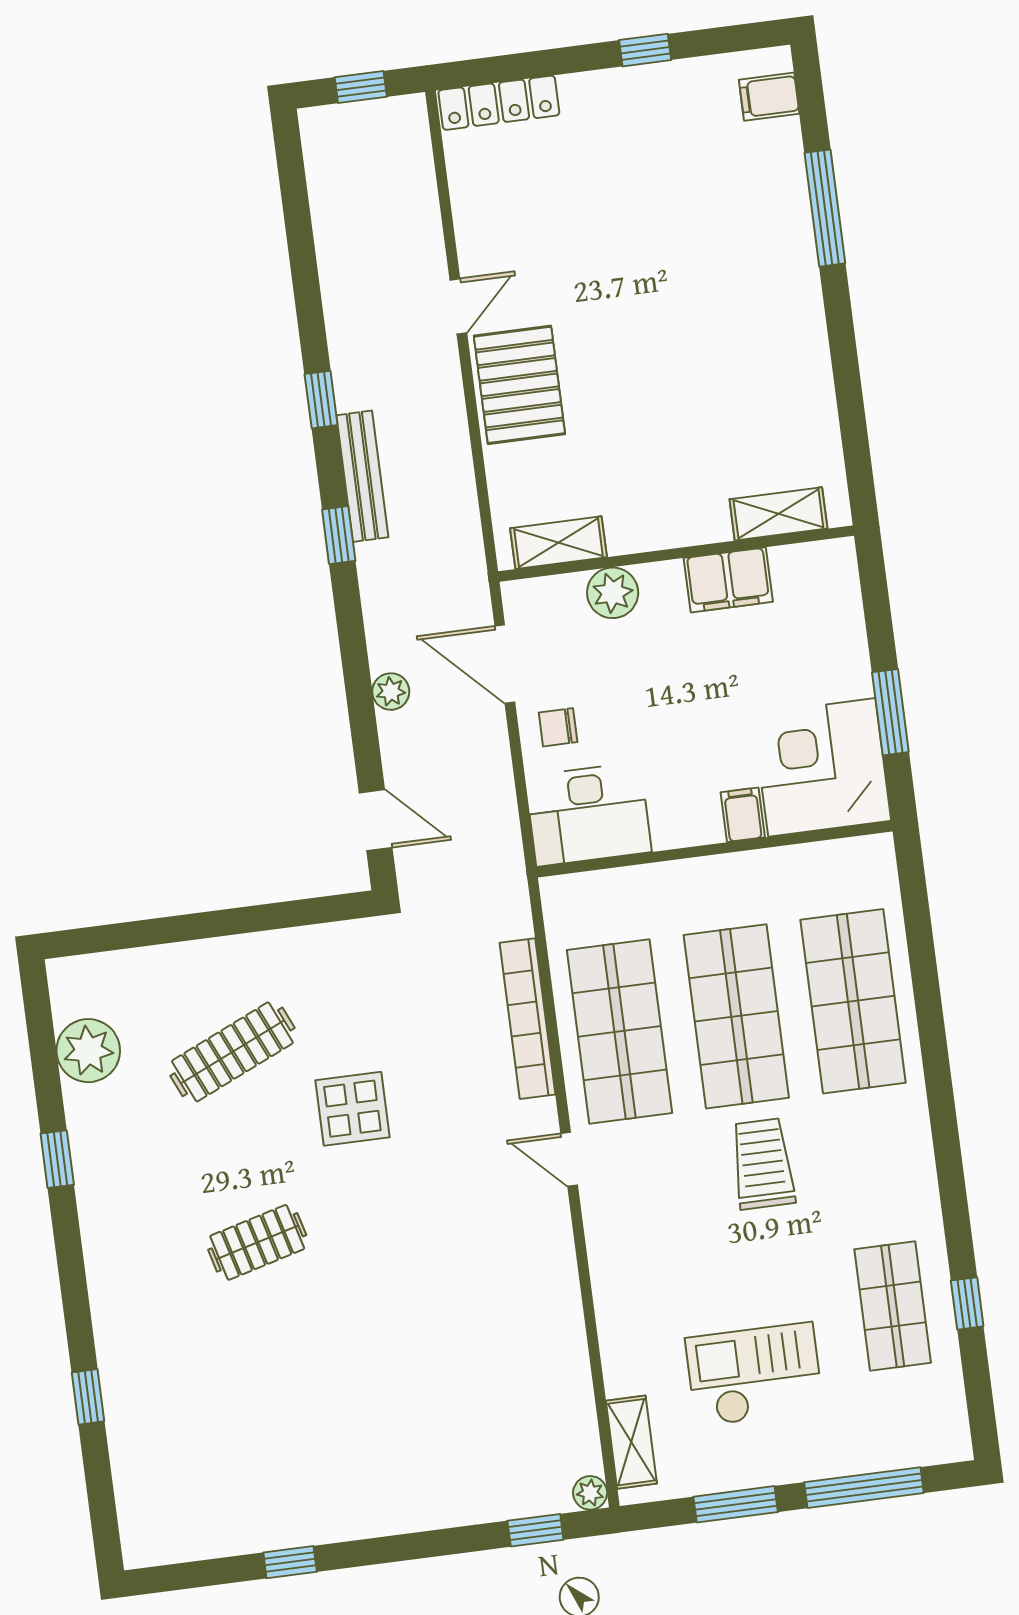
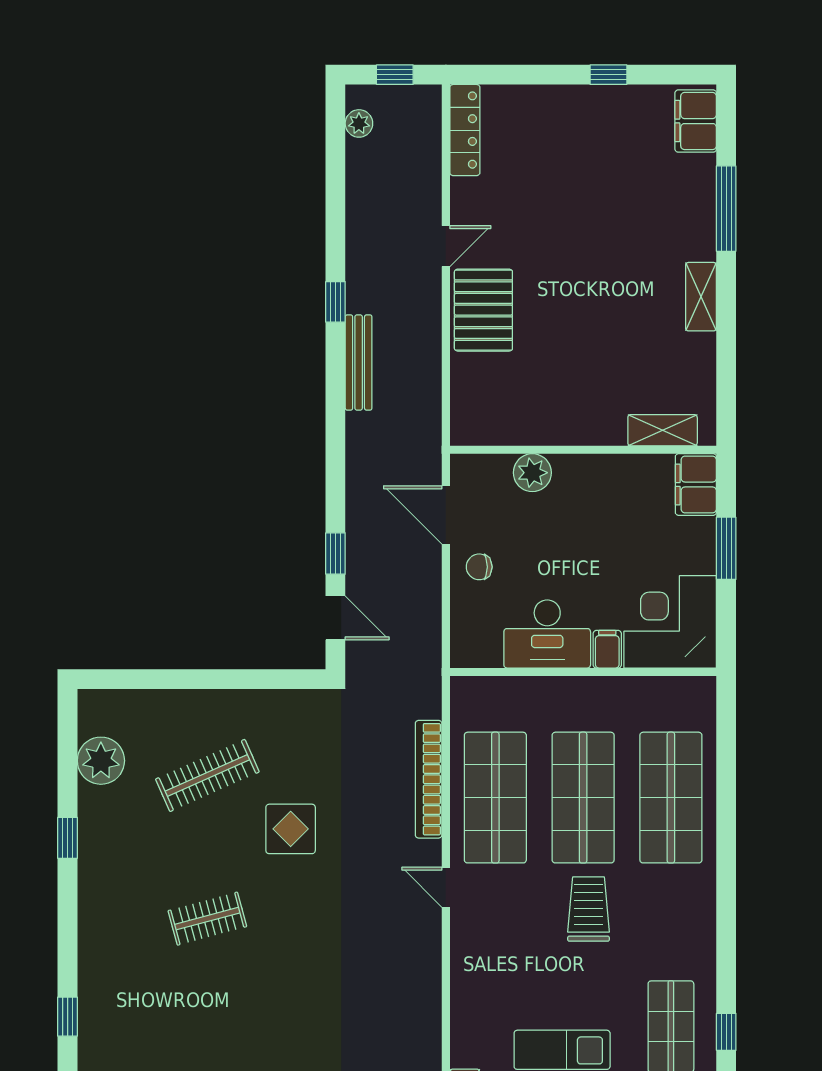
filing cabinet: (769, 97) -> (696, 121), width x2.00
locker: (499, 103) -> (465, 130), moved, turned -90
window: (339, 535) -> (335, 554), moved
shelving: (558, 543) -> (701, 297), moved, turned 90
filing cabinet: (728, 580) -> (696, 485), moved, turned 90
plant: (391, 692) -> (359, 123), moved
window: (890, 712) -> (726, 548), moved
desk: (588, 814) -> (547, 634), moved

